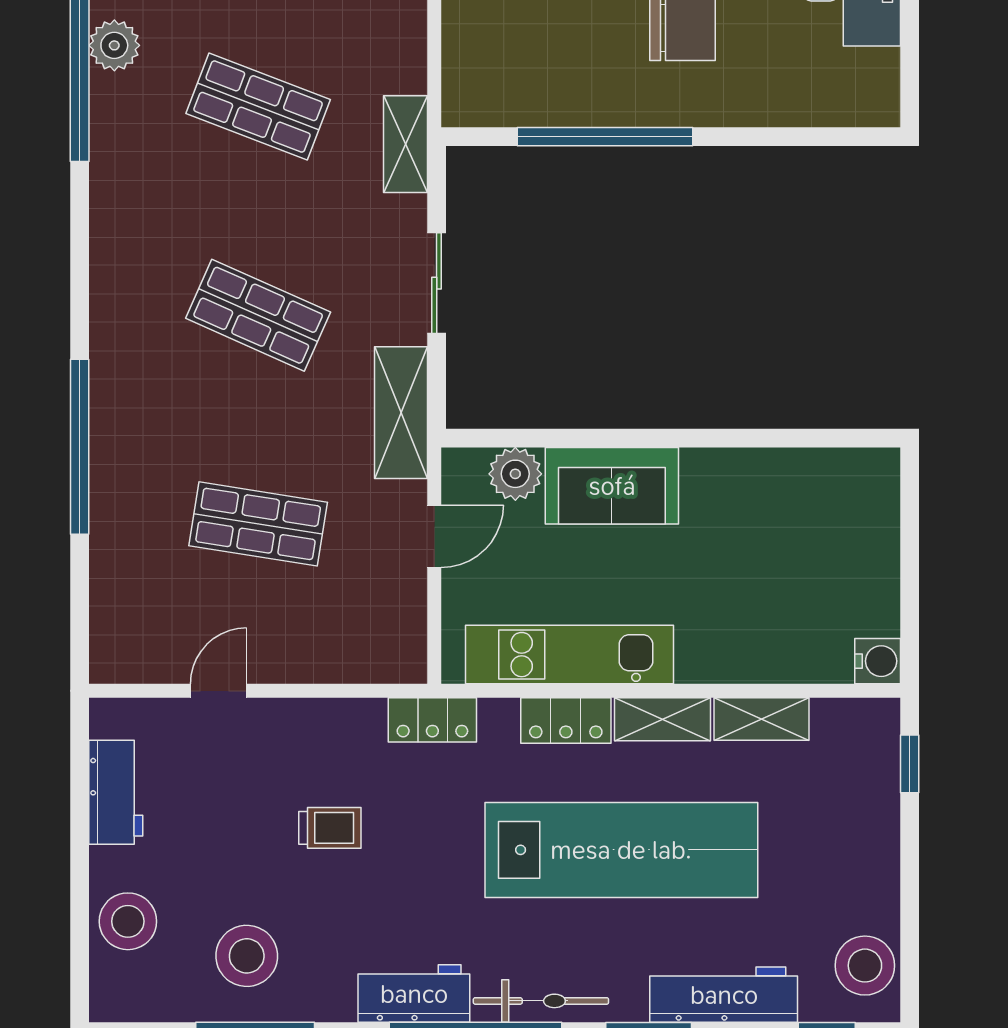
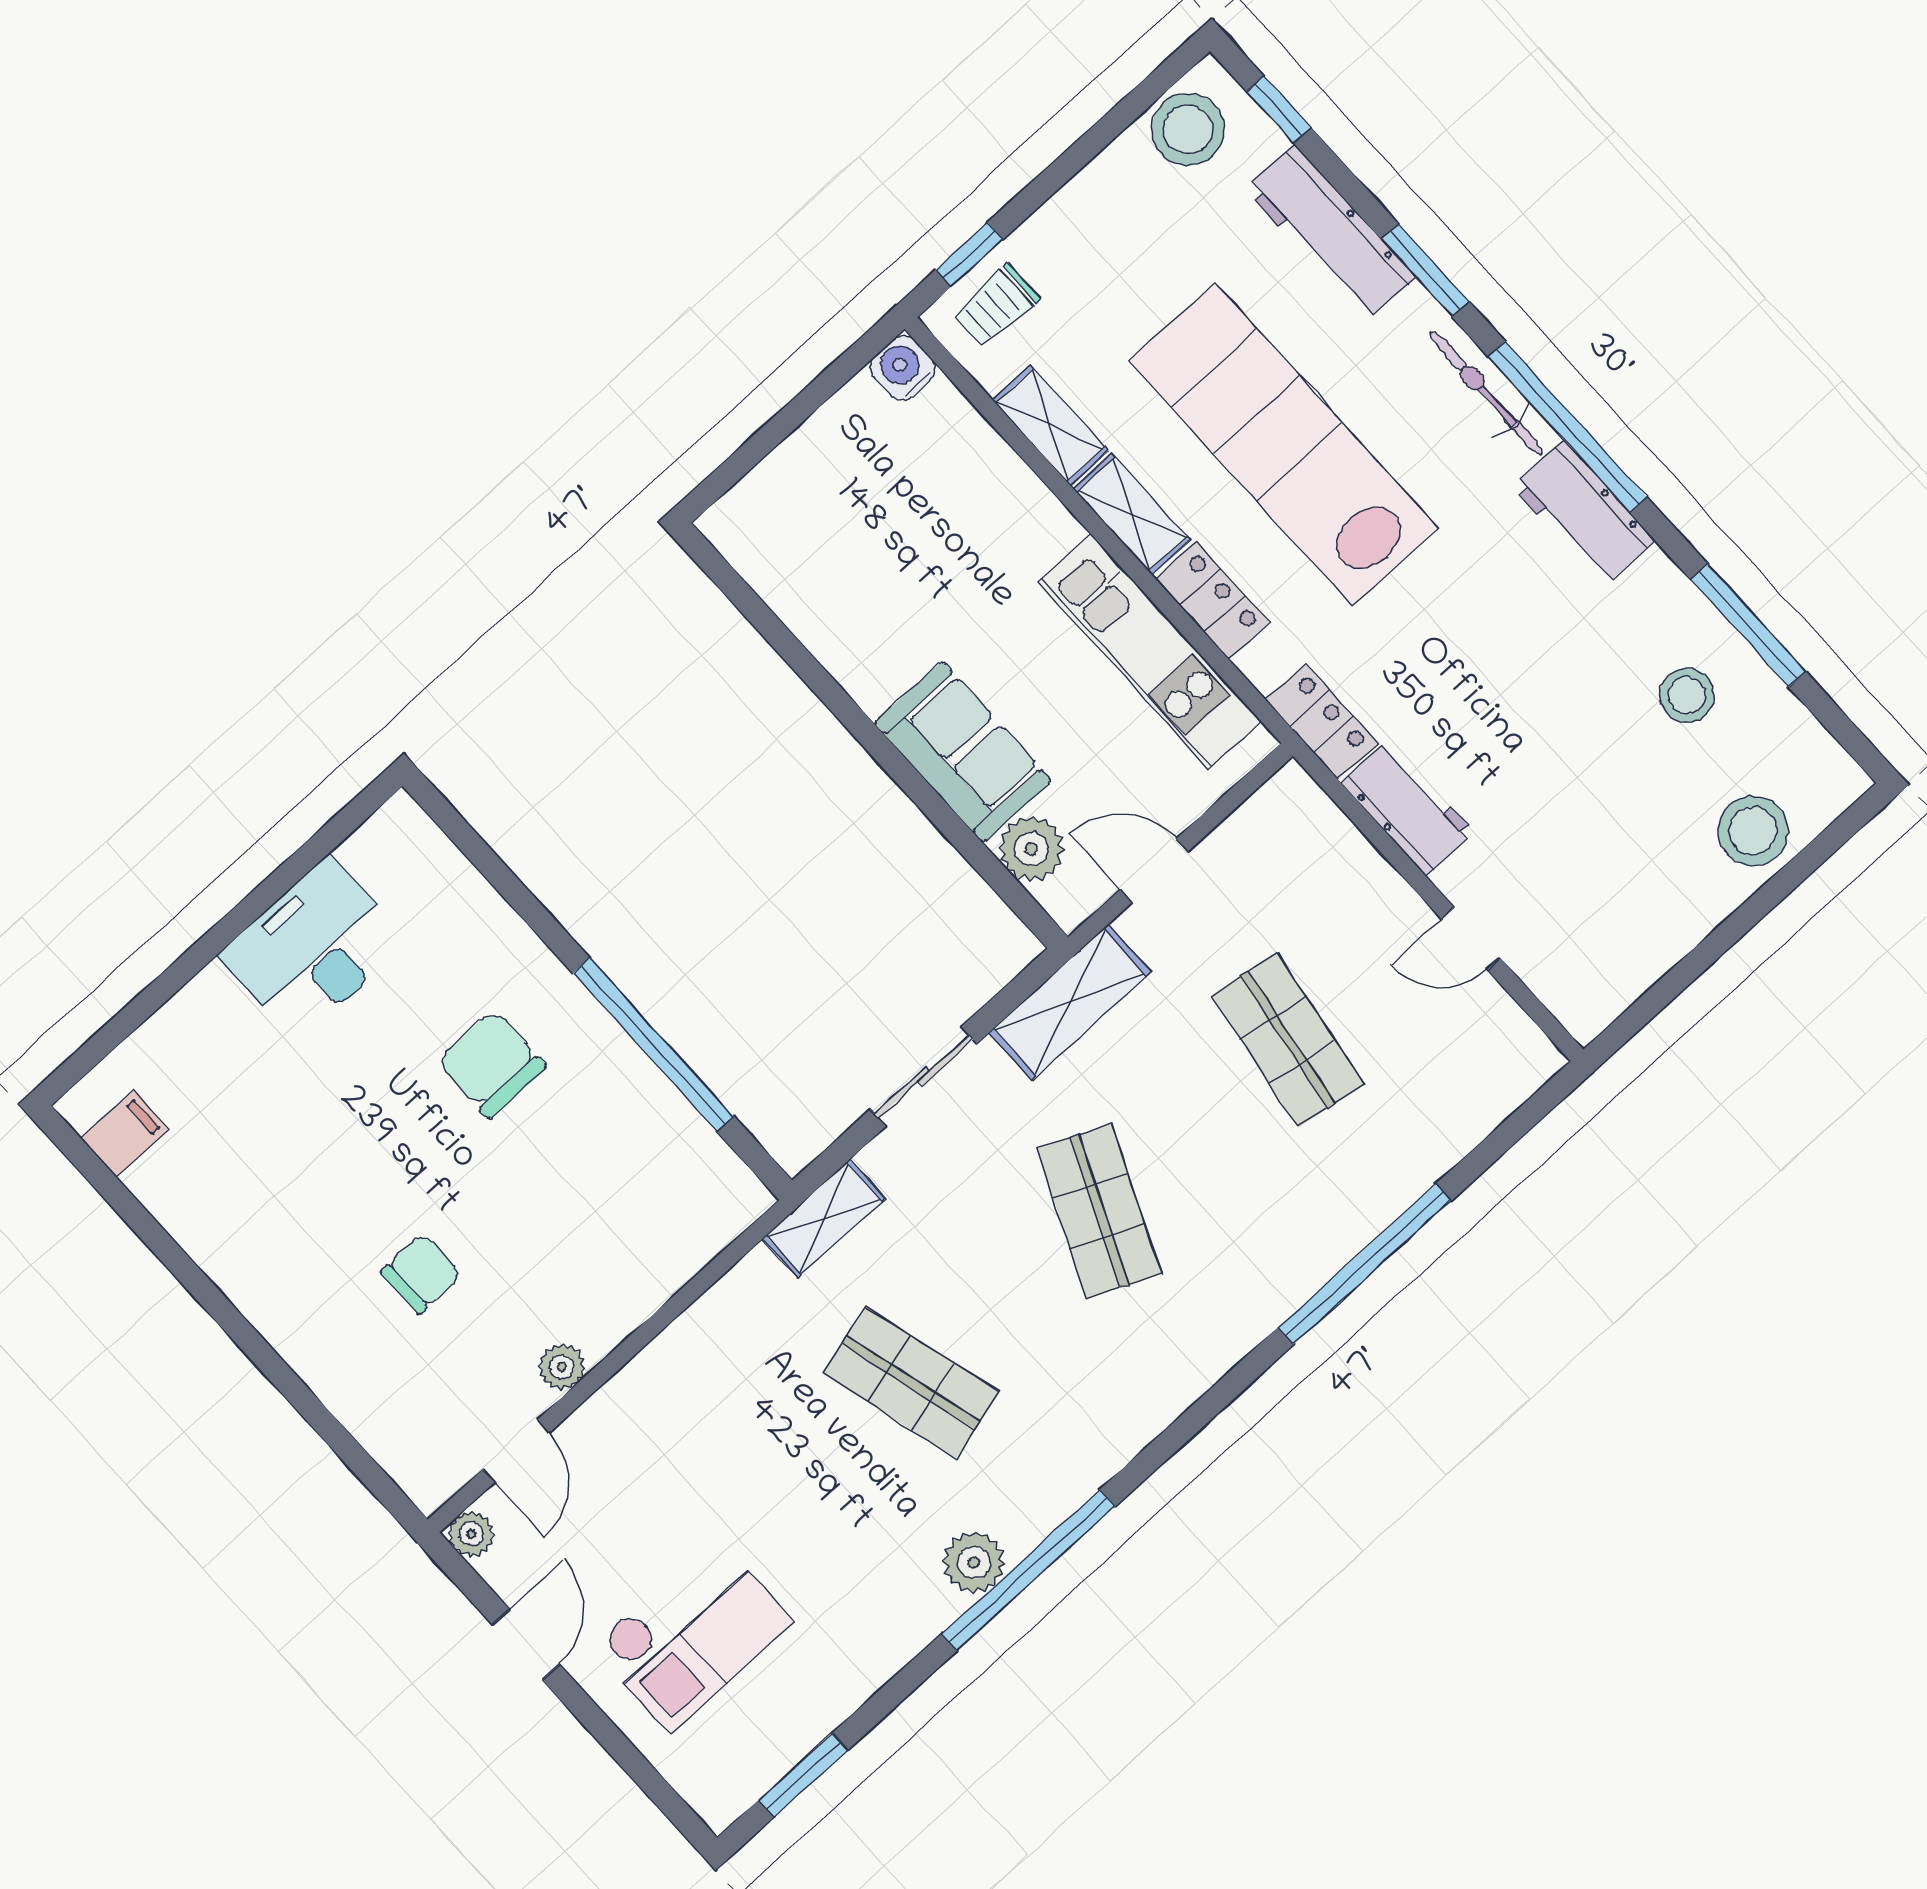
shop shelf: (258, 107) -> (911, 1383), turned -36
workbench: (116, 792) -> (1408, 808), moved, turned 90
trolley: (330, 828) -> (997, 306), moved, turned -90
stool: (247, 956) -> (1687, 695), width x0.73, depth x0.73

